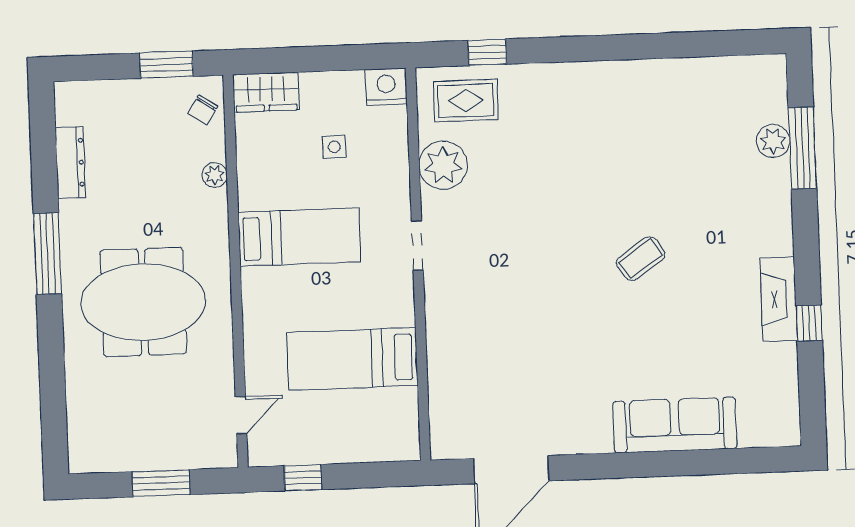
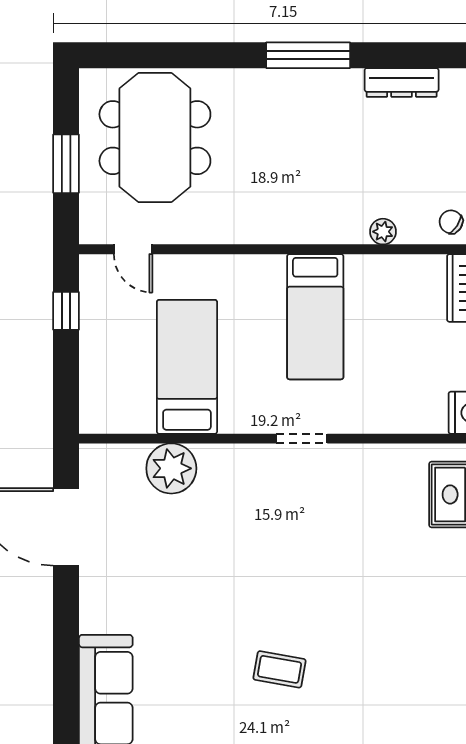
side table: (334, 147) -> (407, 356), removed
plant: (443, 165) -> (171, 468), moved
coffee table: (641, 259) -> (279, 669), turned -46
meeting table: (143, 302) -> (155, 138), moved

